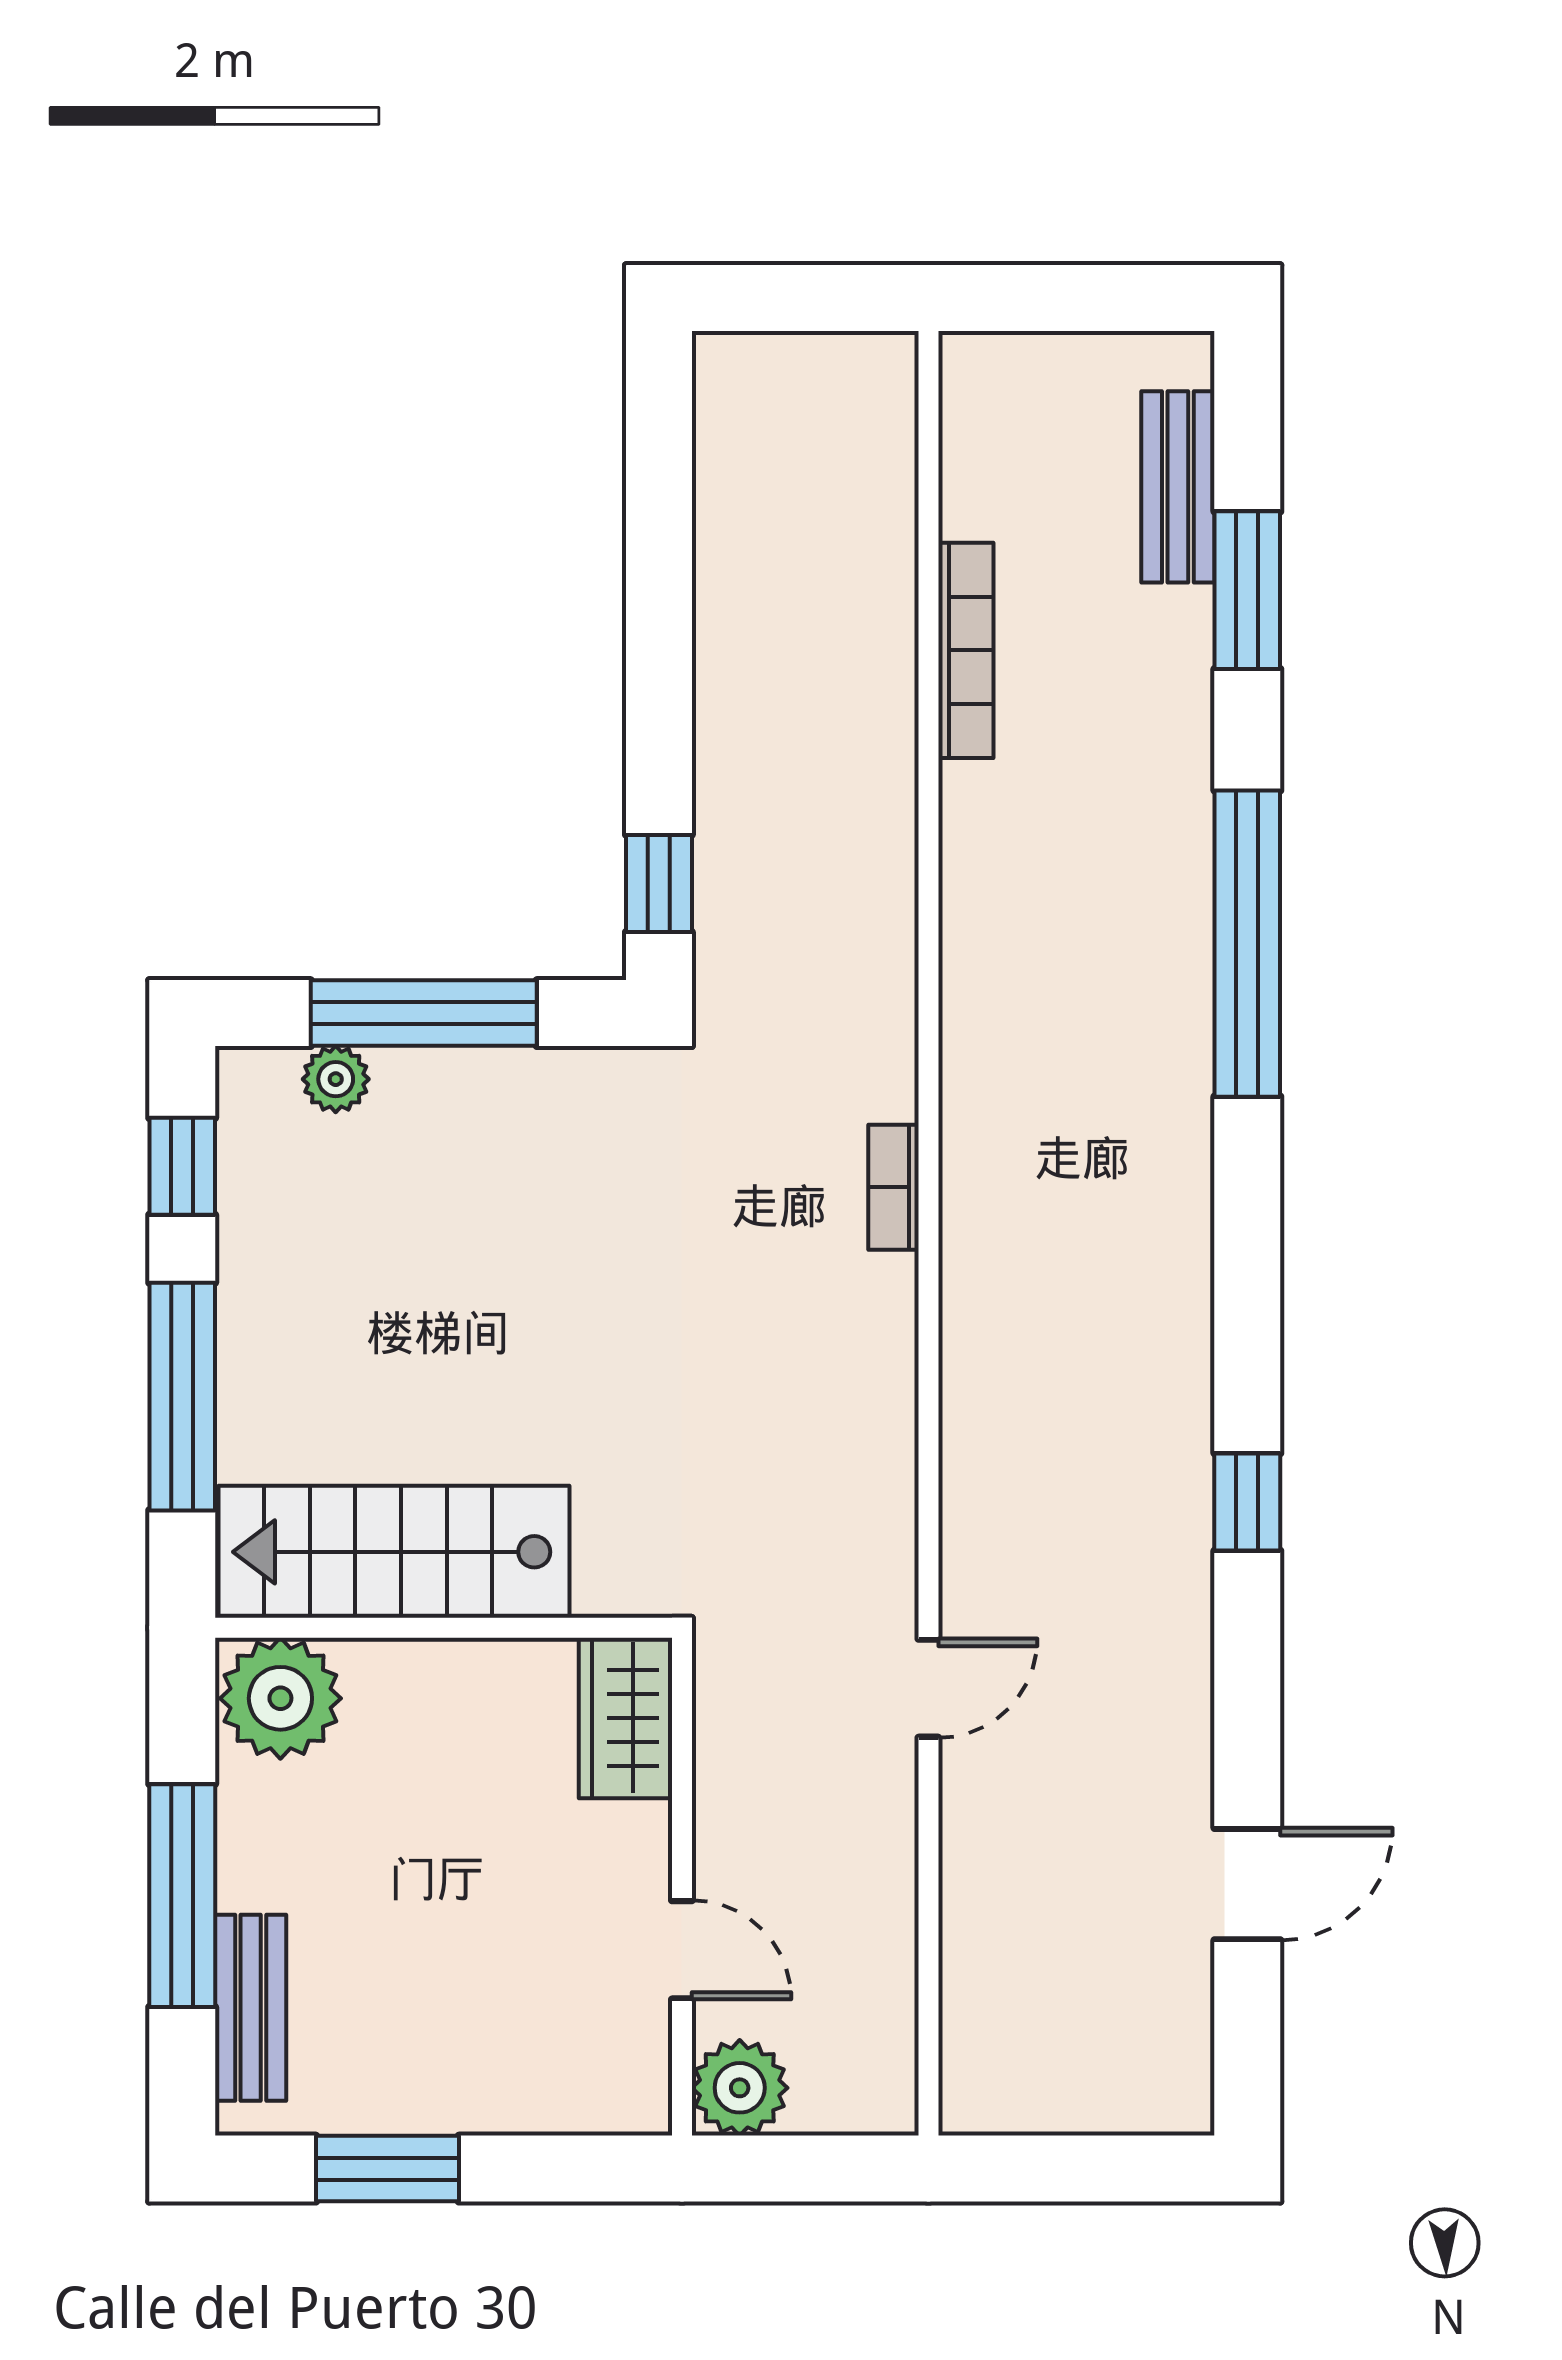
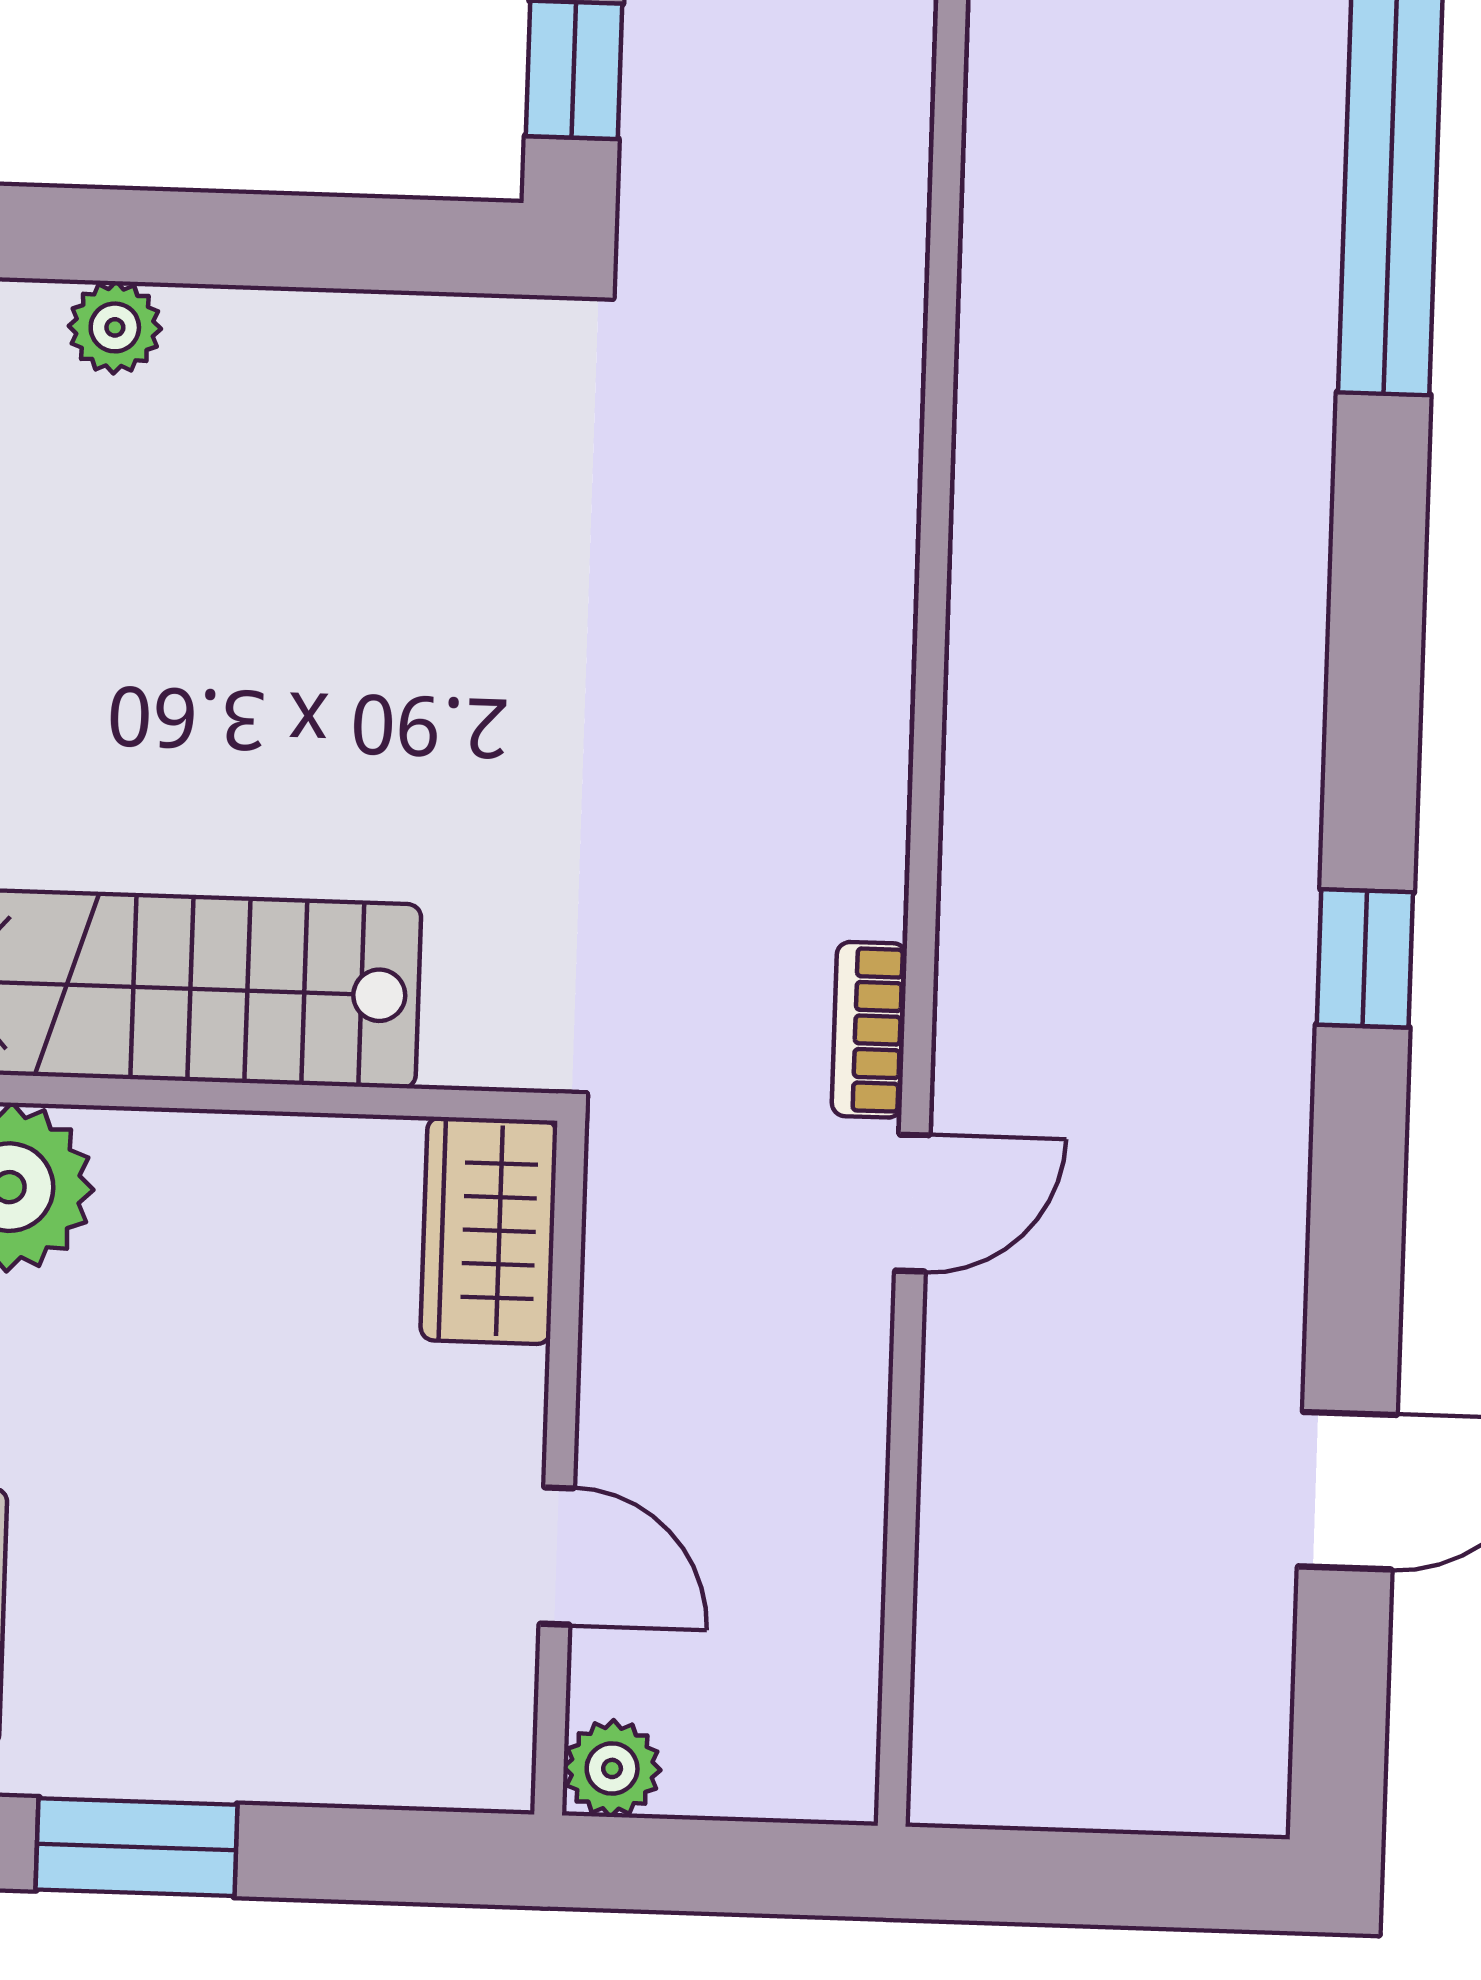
window: (424, 1013) -> (241, 239), removed
bookcase: (894, 1187) -> (869, 1030), moved
plant: (740, 2088) -> (612, 1768), width x0.73, depth x0.73

